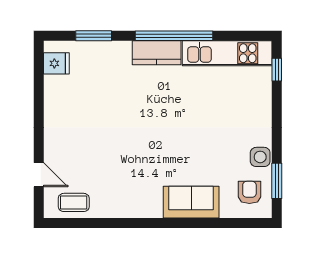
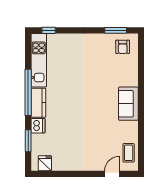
dishwasher: (119, 52) -> (38, 126), added
side table: (260, 157) -> (101, 40), removed
armchair: (249, 192) -> (123, 47), turned -90
sofa: (191, 202) -> (128, 104), moved

